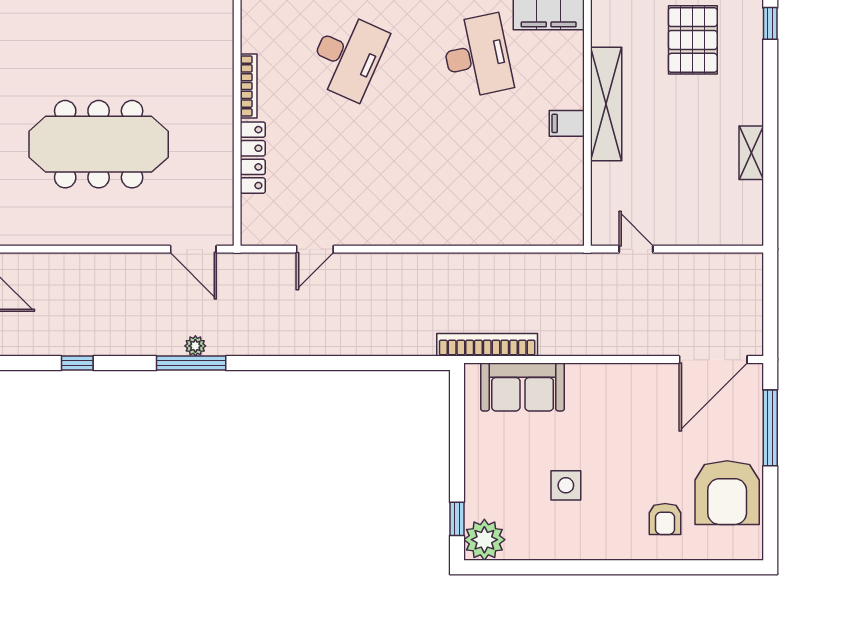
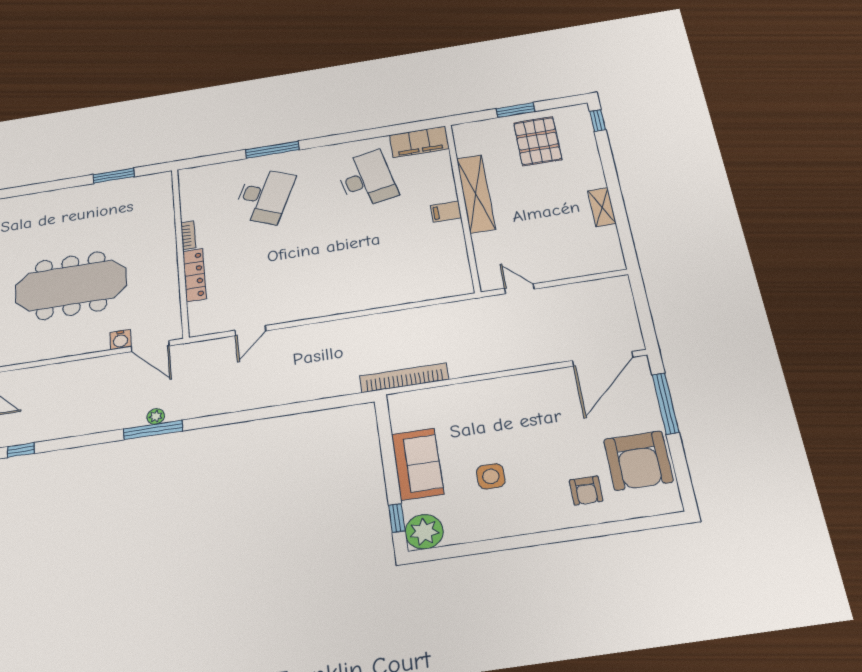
bookcase: (249, 86) -> (188, 235), width x0.64
water cooler: (158, 233) -> (120, 340), added
window: (77, 363) -> (21, 450), moved
sofa: (523, 387) -> (417, 464), moved, turned -90

